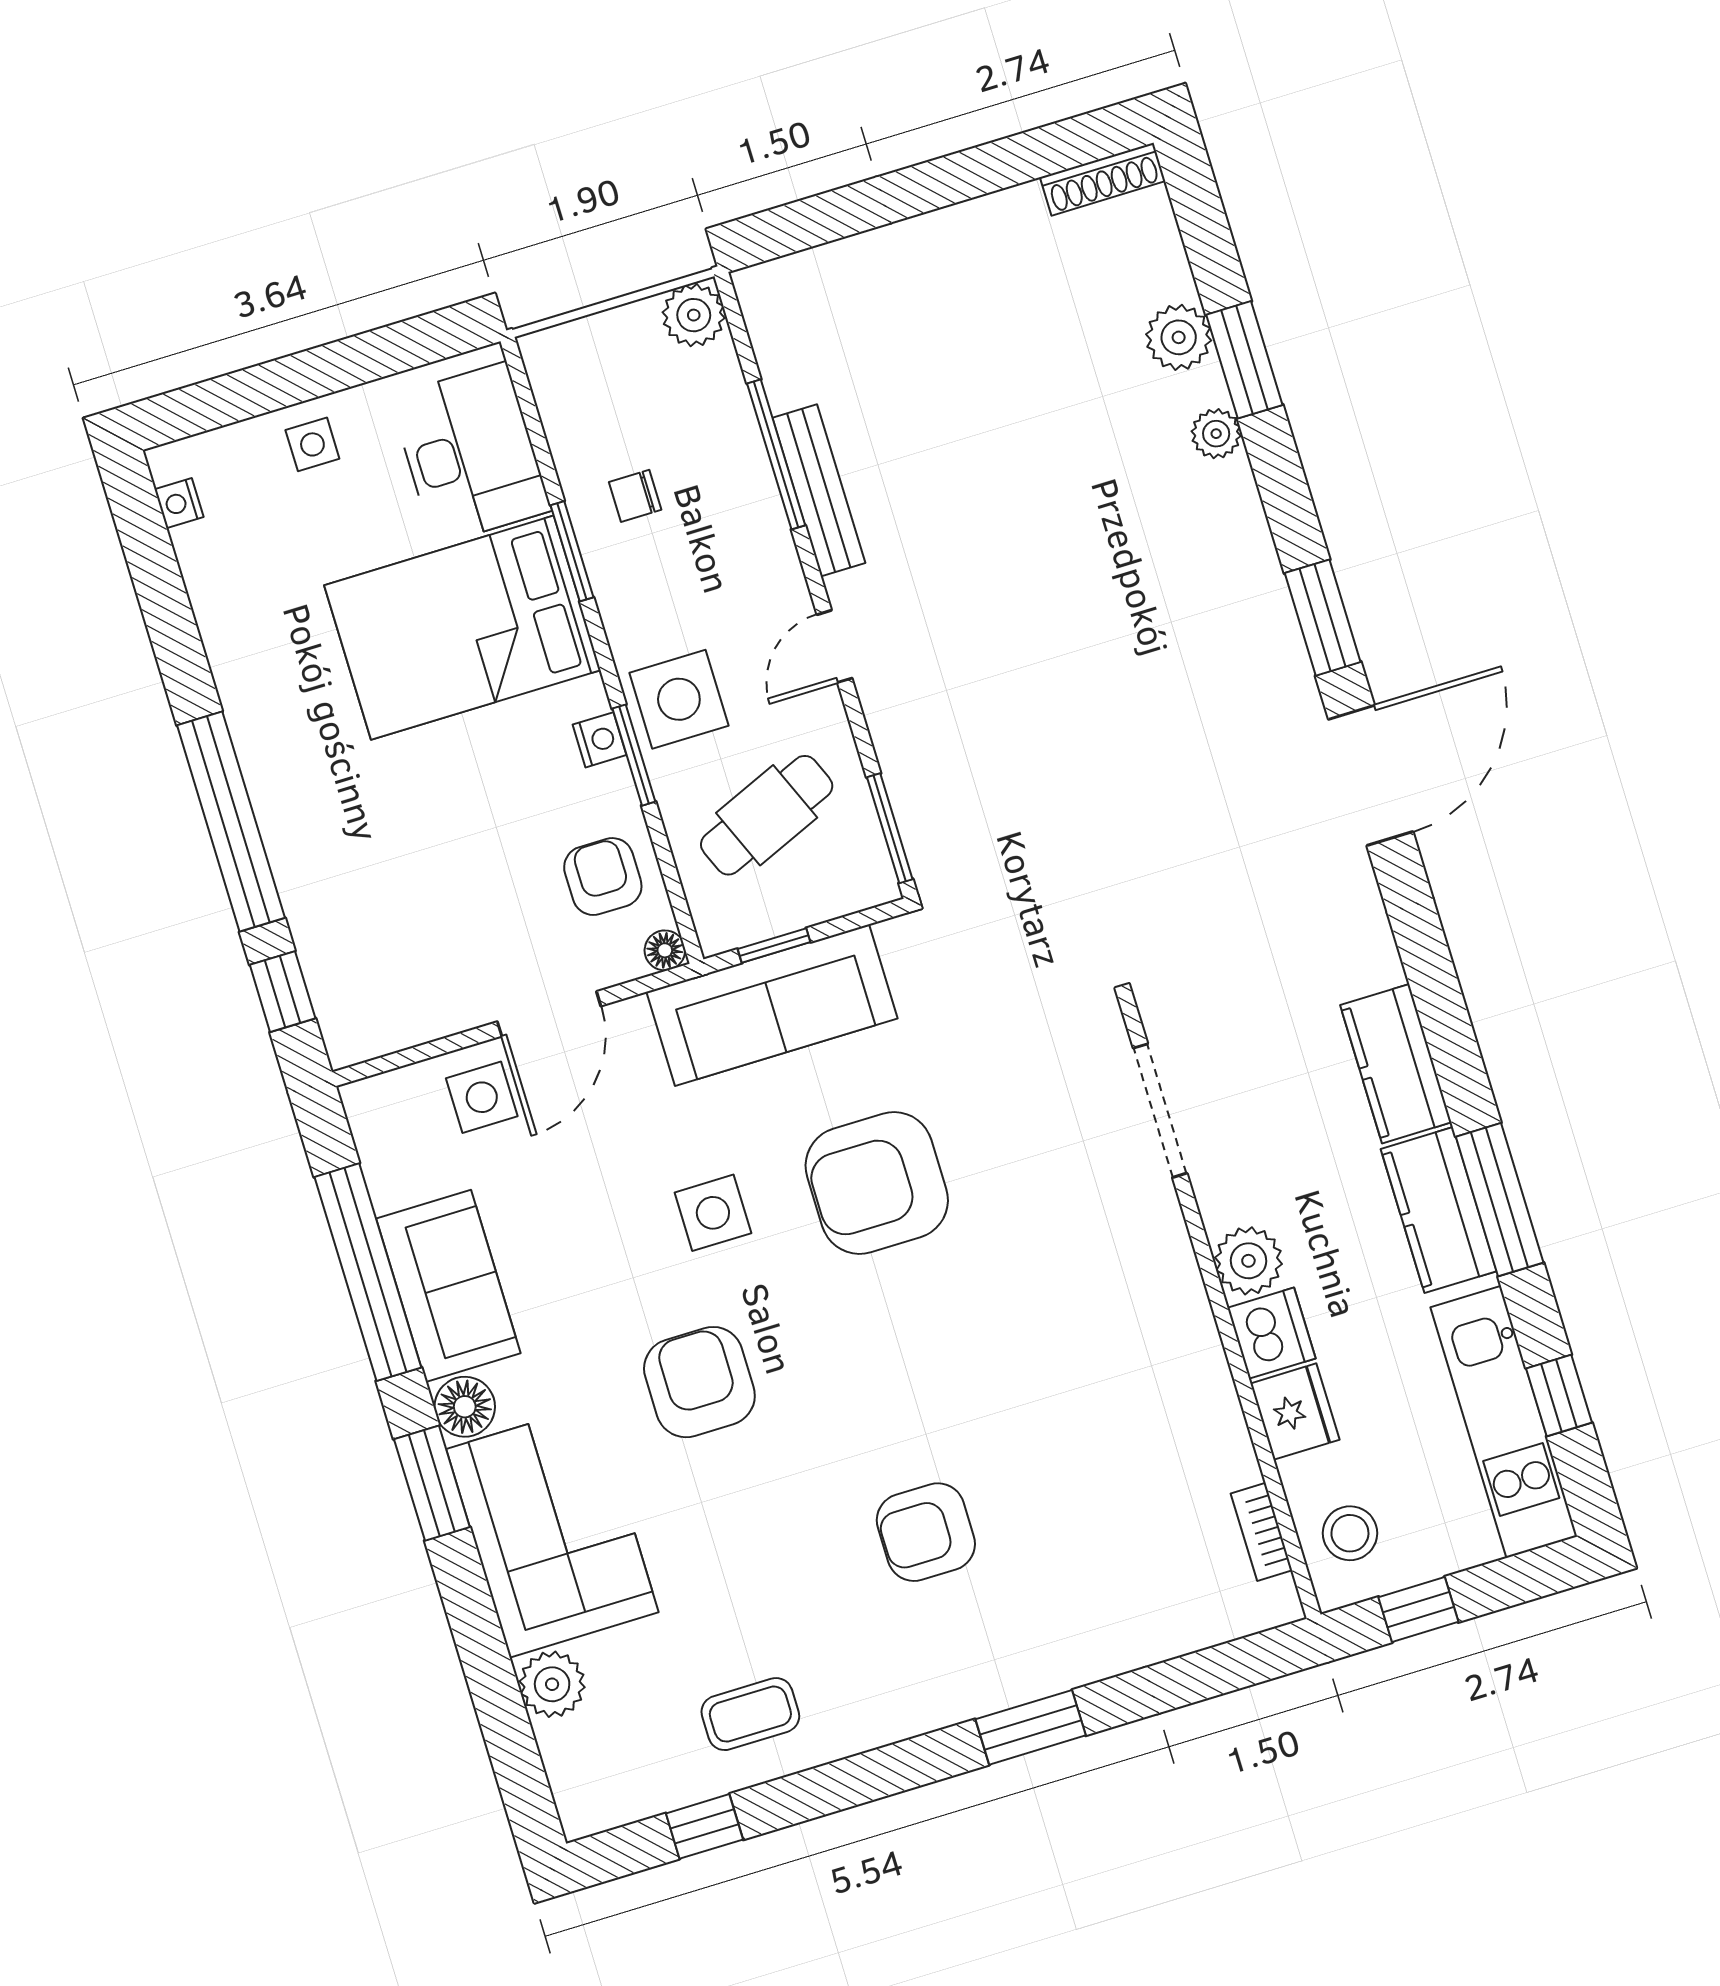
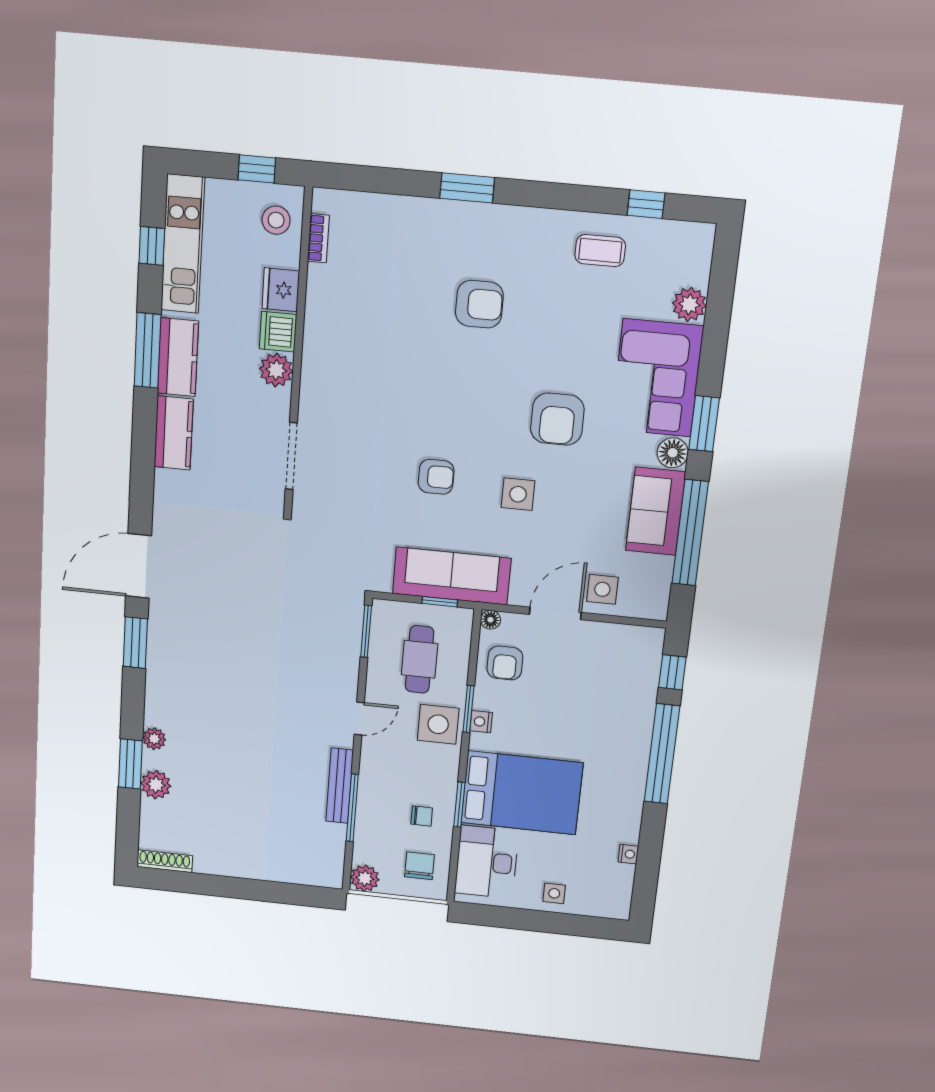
chair: (598, 389) -> (419, 866), added
nightstand: (179, 503) -> (628, 854), moved
cafe table: (767, 815) -> (420, 659), turned -67
armchair: (877, 1183) -> (436, 477), width x0.53, depth x0.53

